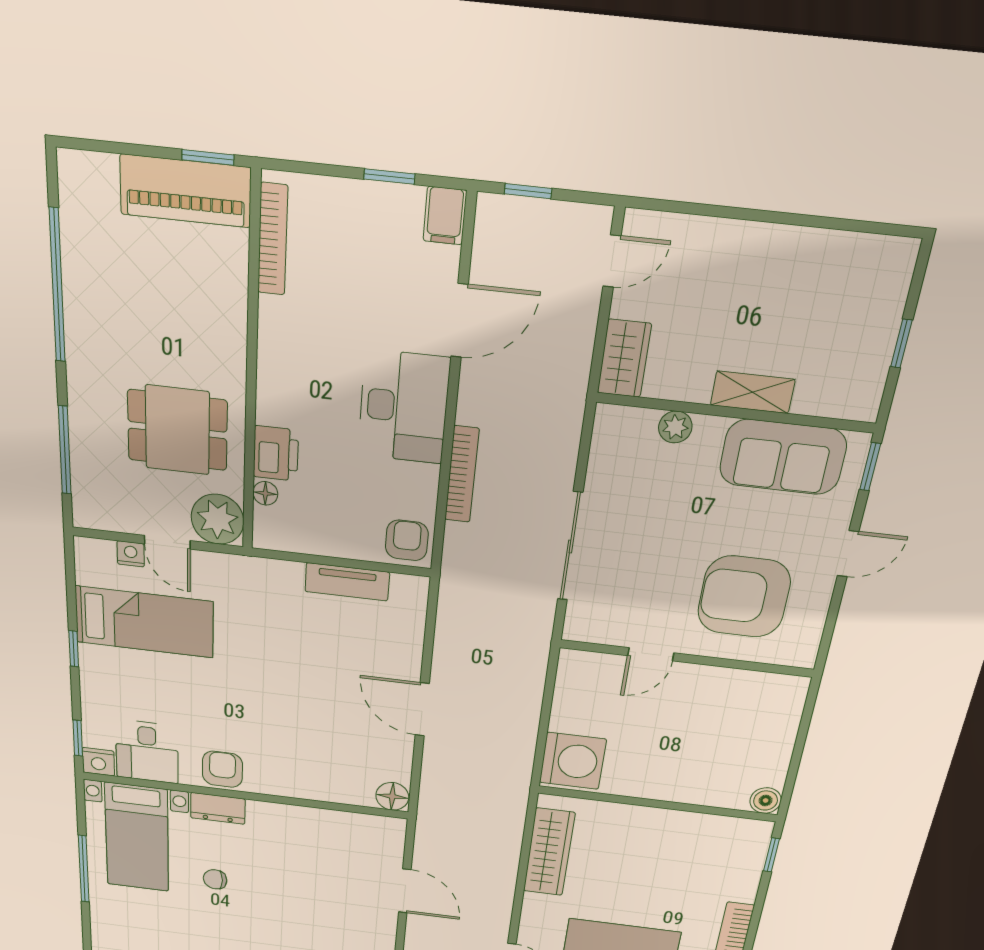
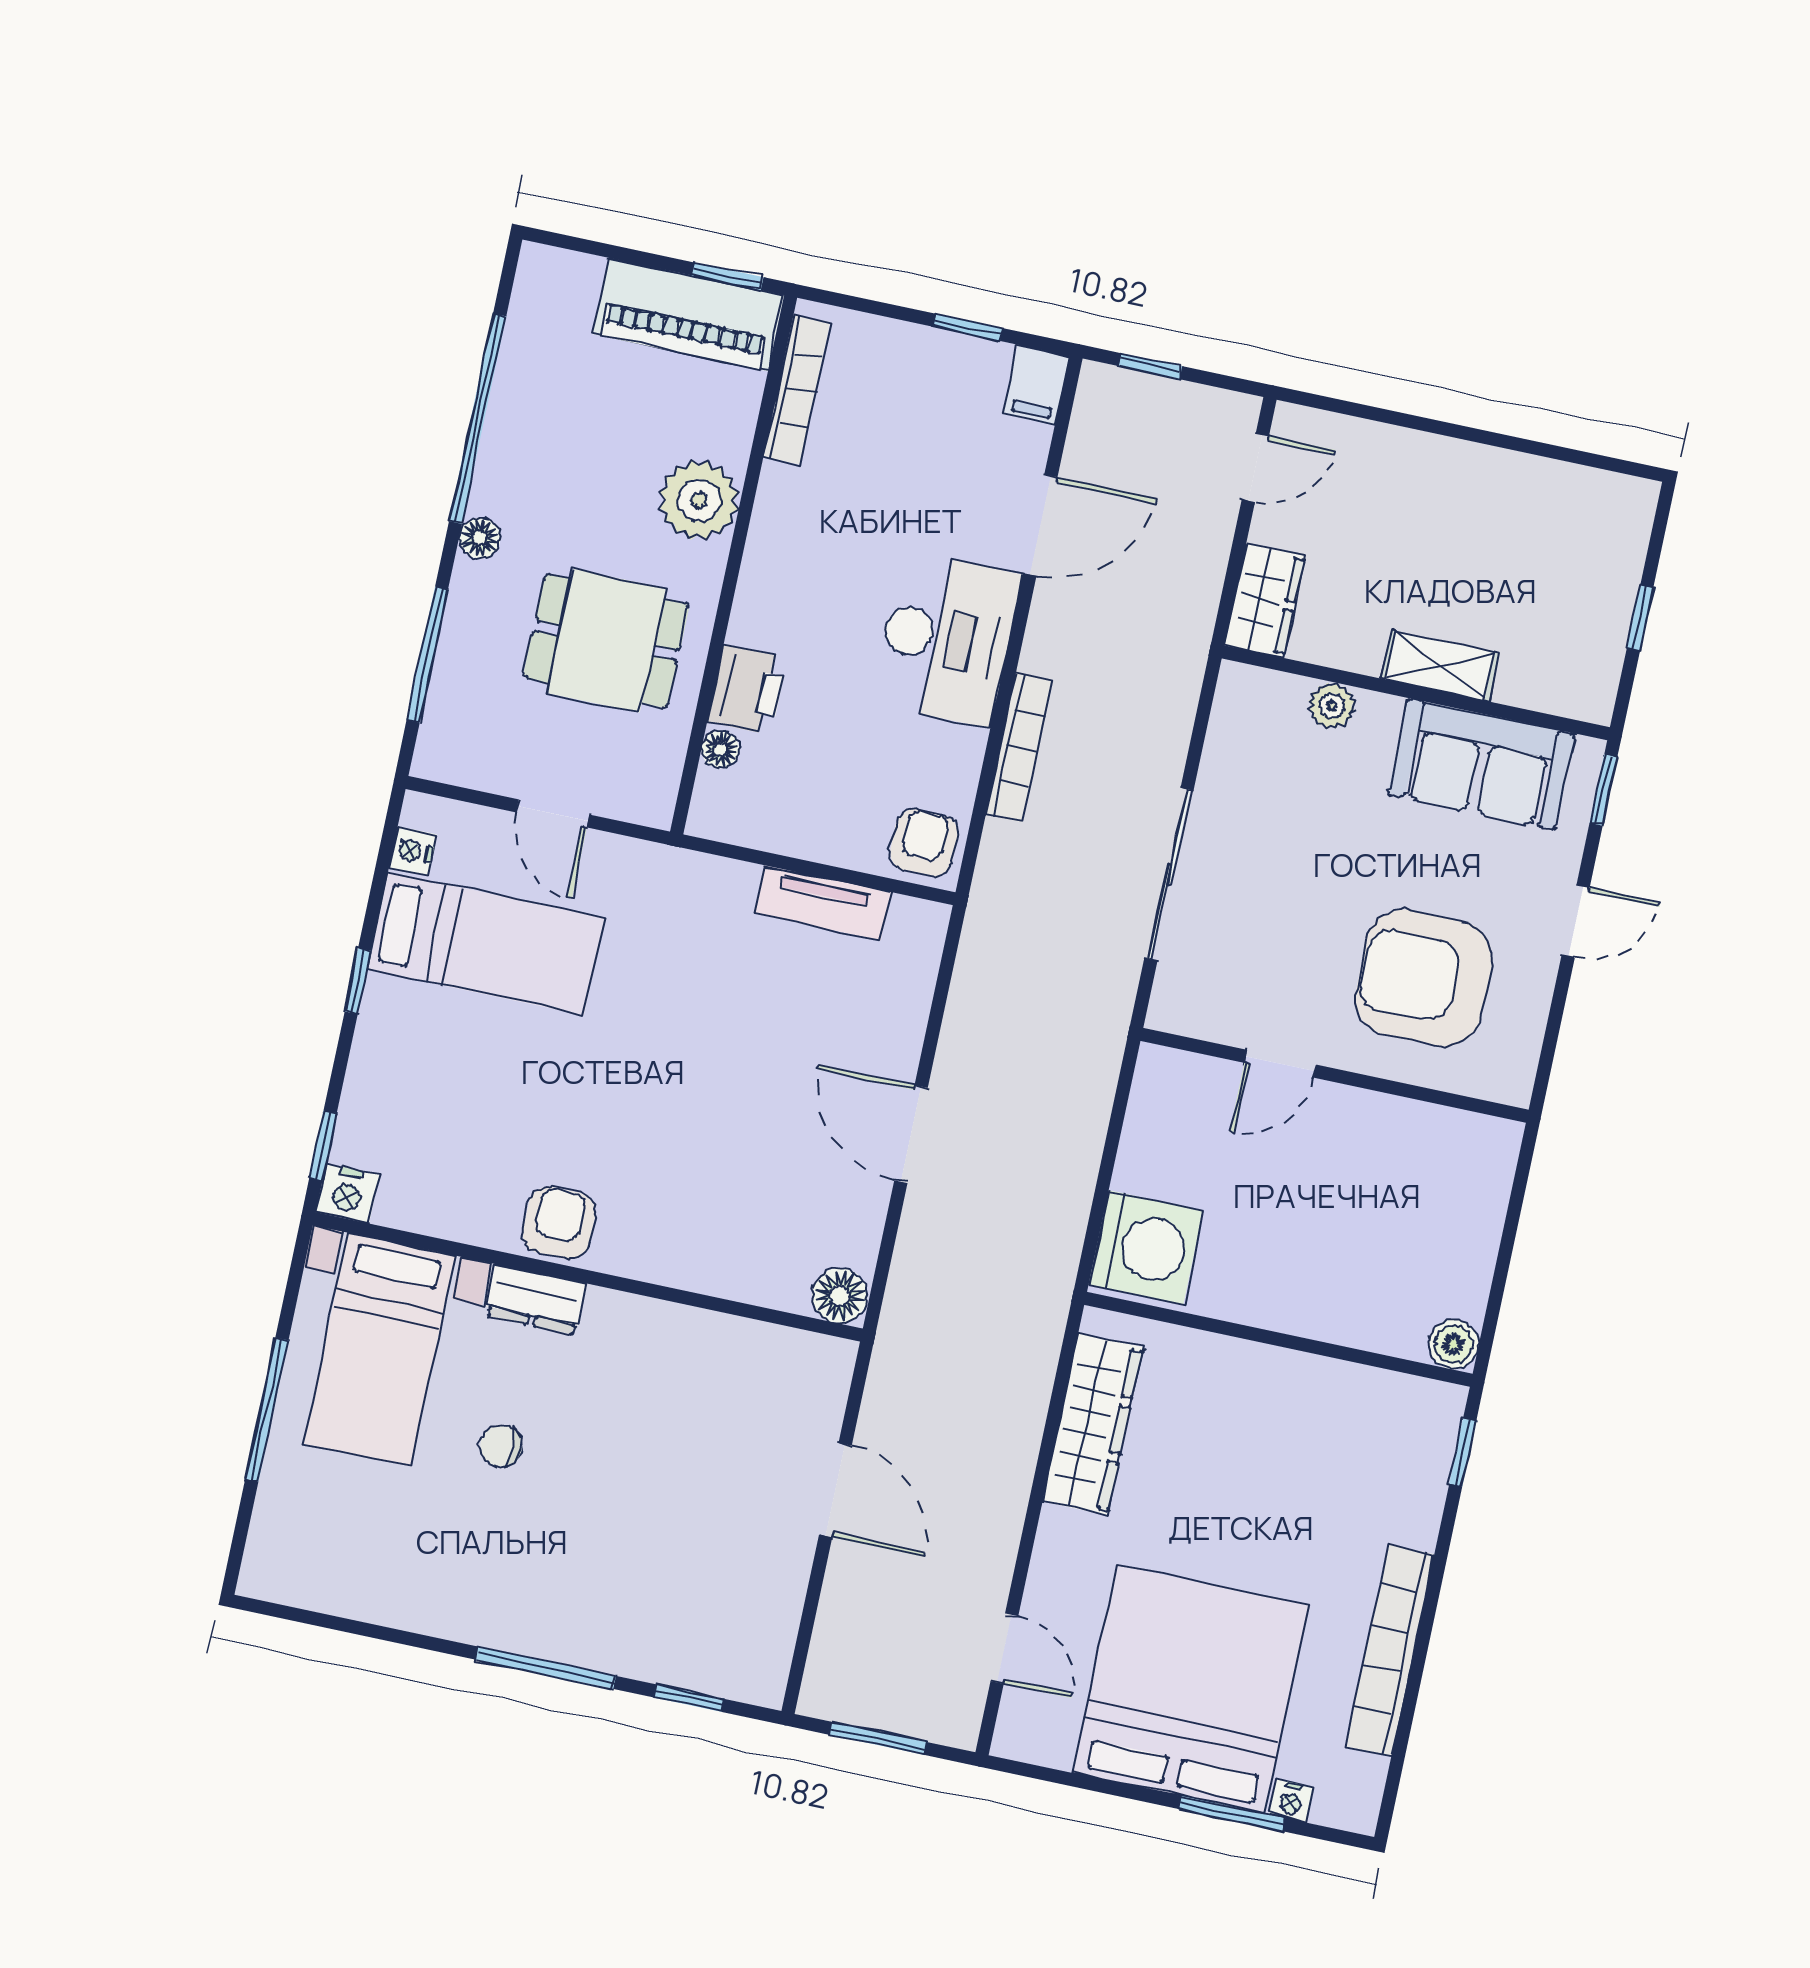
floor lamp: (79, 370) -> (480, 538), added
plant: (217, 519) -> (699, 500), moved
nightstand: (131, 554) -> (413, 851), moved, turned -90
desk: (147, 752) -> (436, 1180), removed

